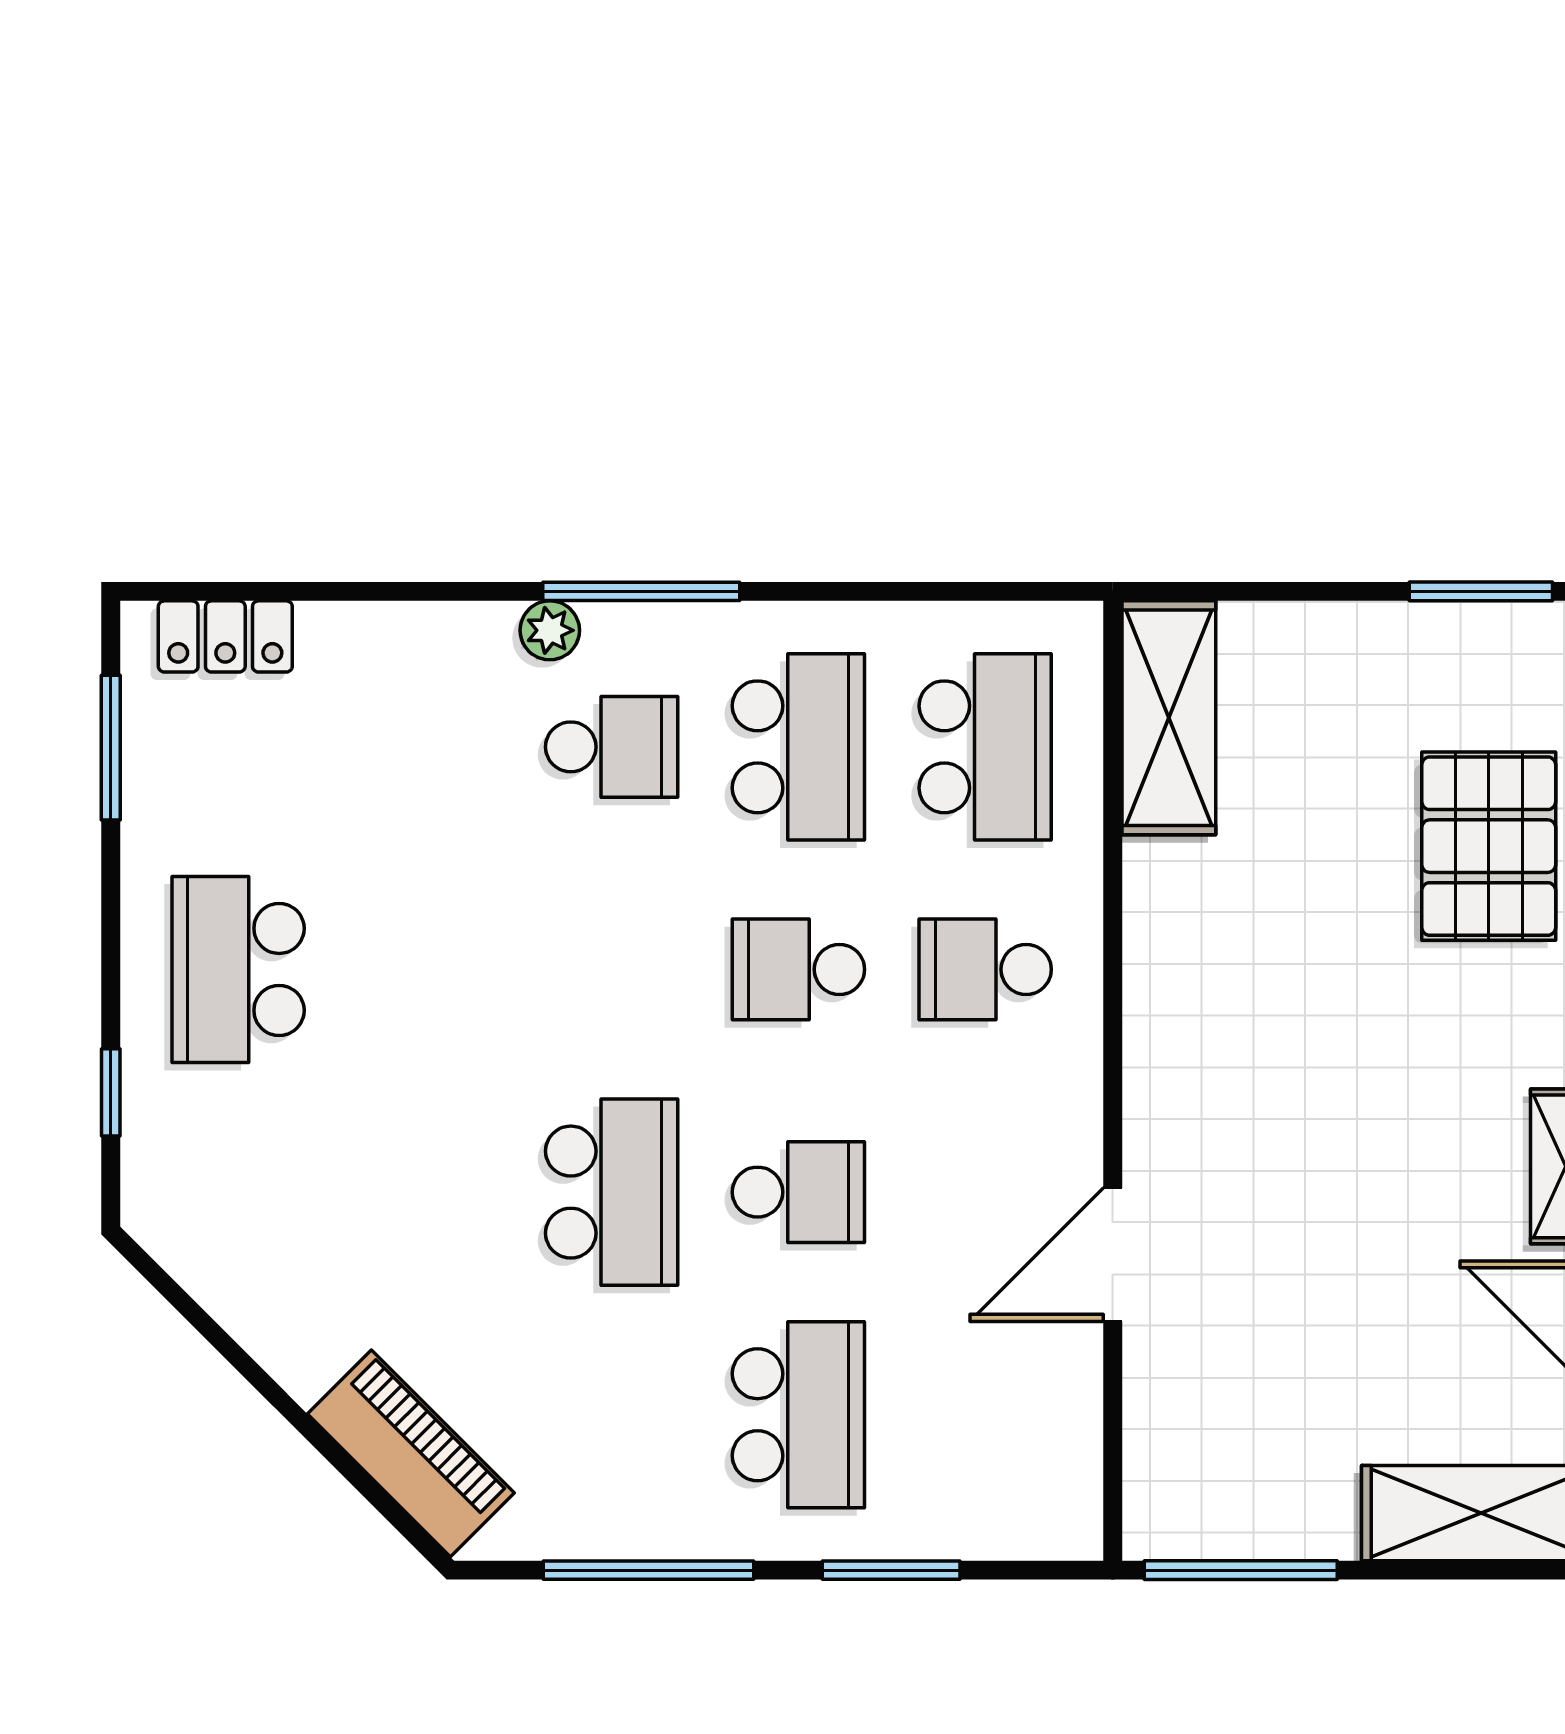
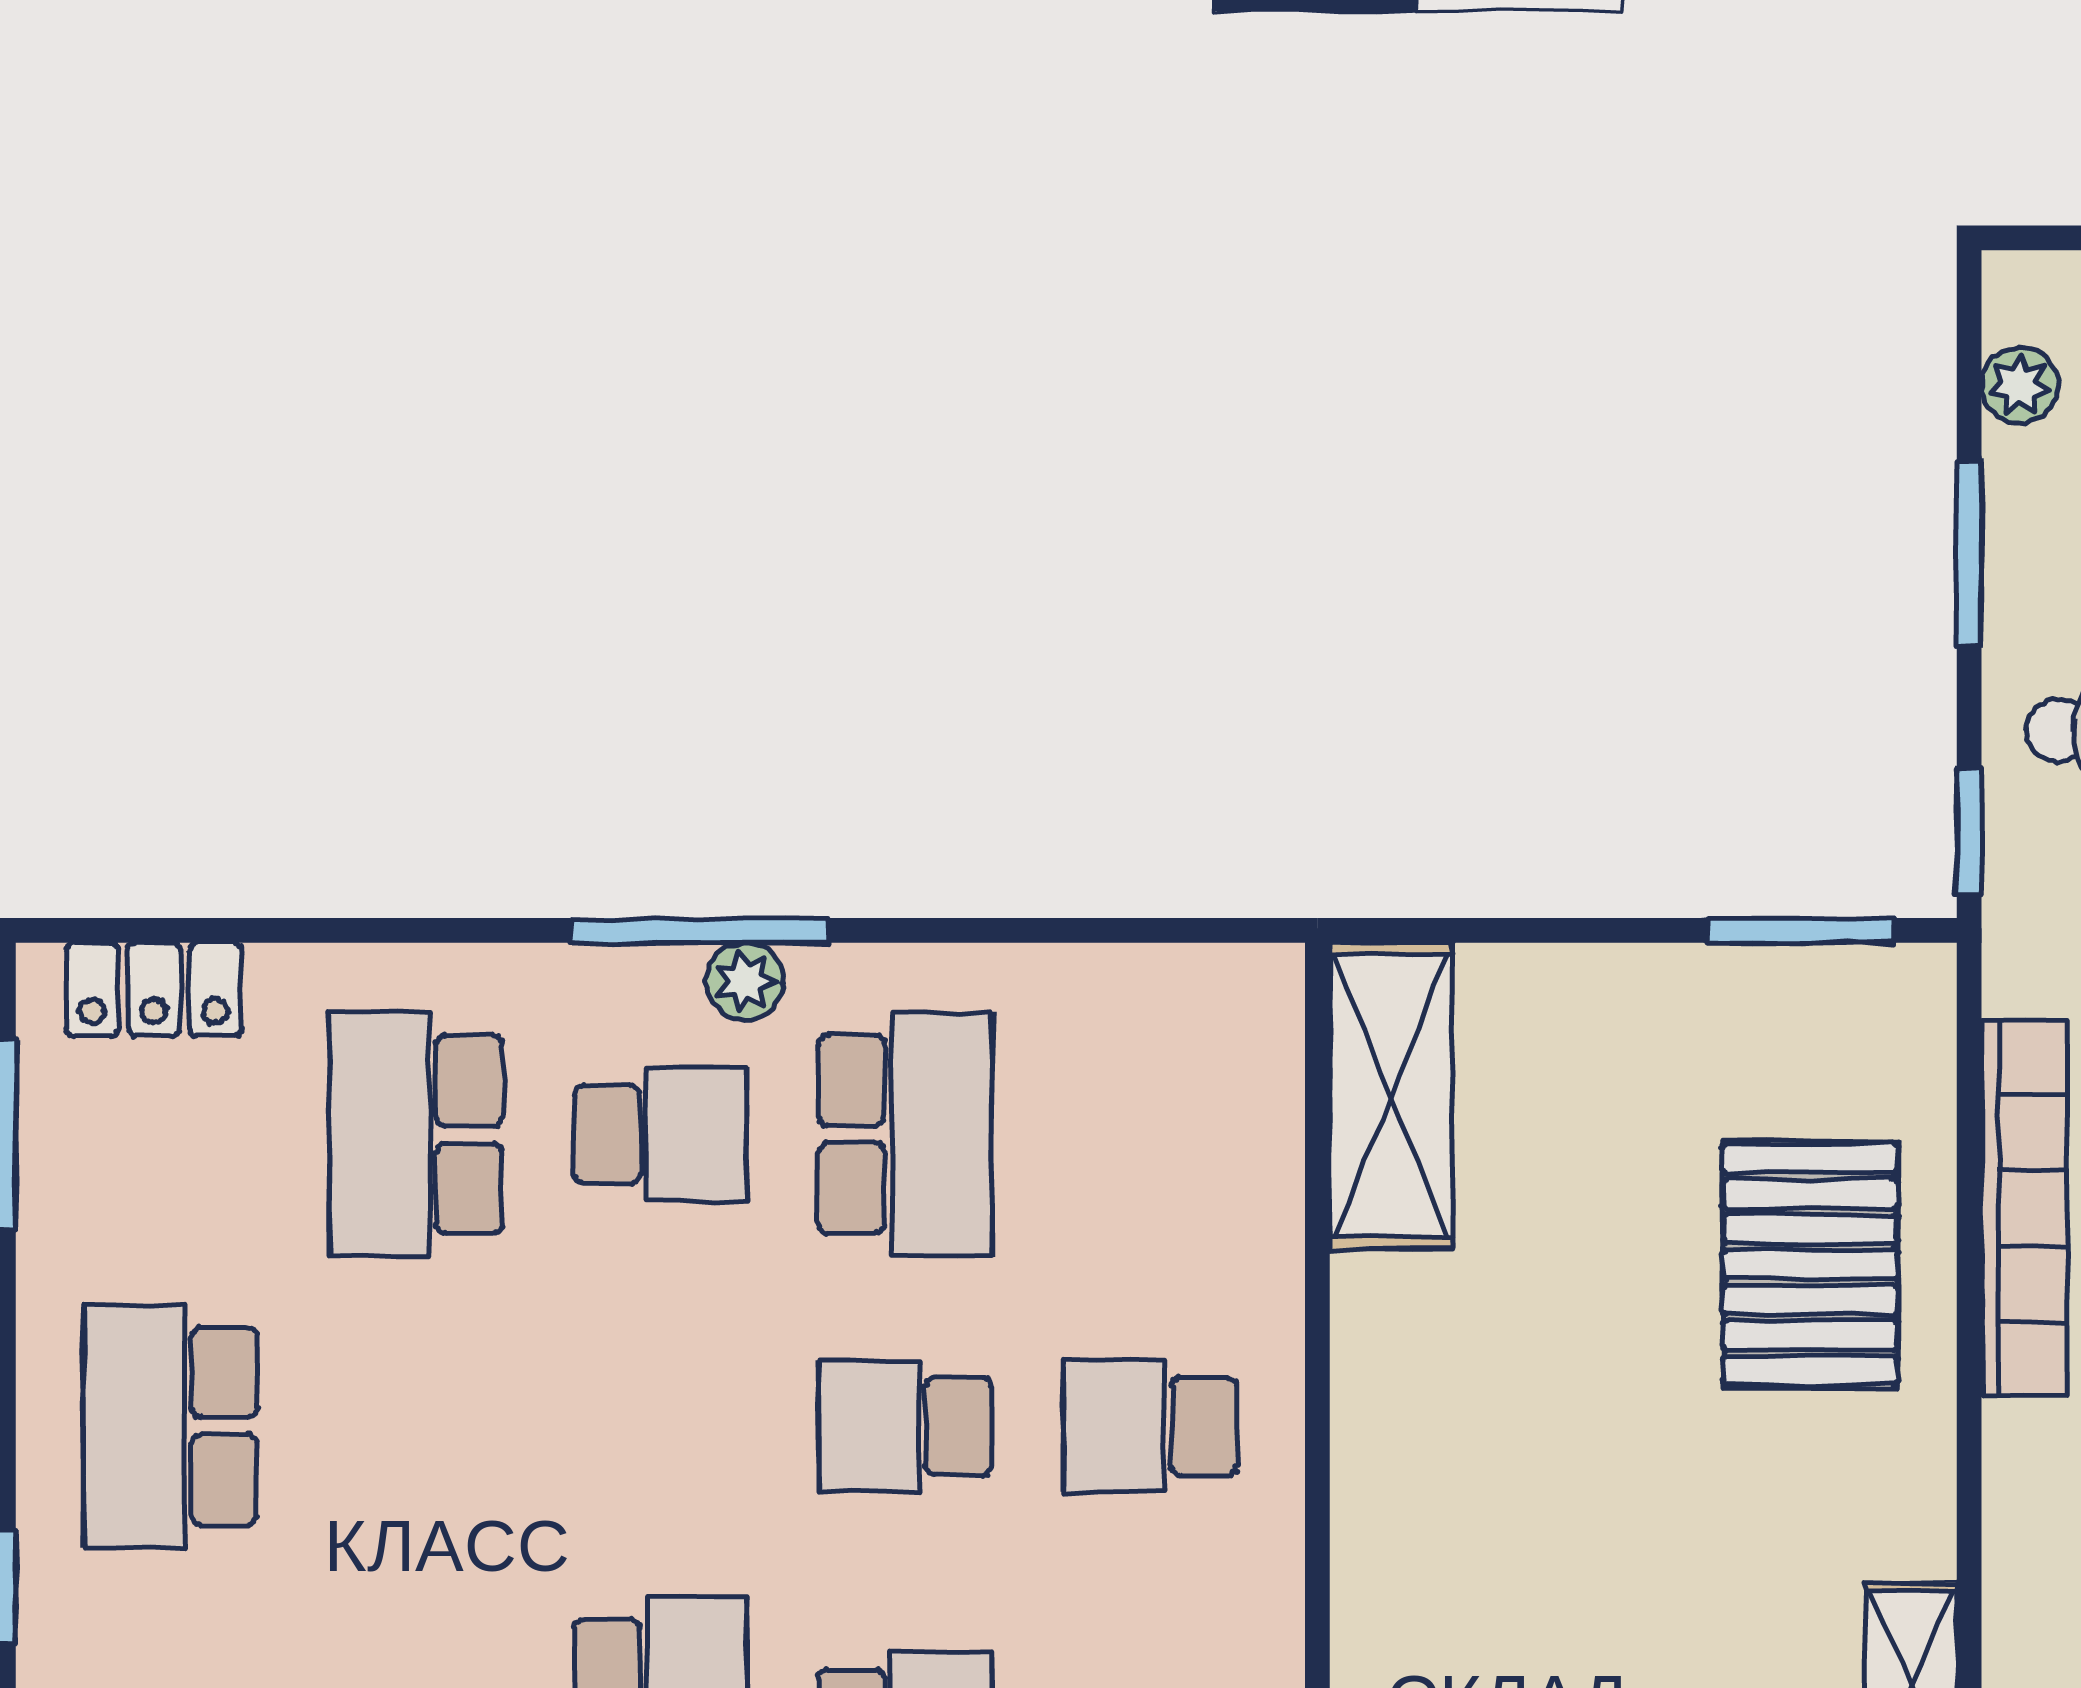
plant: (550, 630) -> (745, 981), moved
school desk: (985, 747) -> (416, 1134), moved, turned 180

